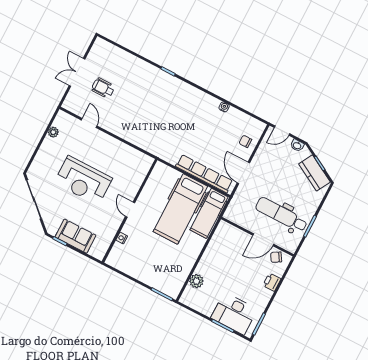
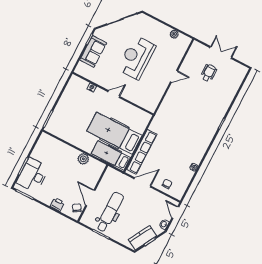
door: (89, 123) -> (174, 76), moved
plant: (196, 281) -> (83, 159), moved

